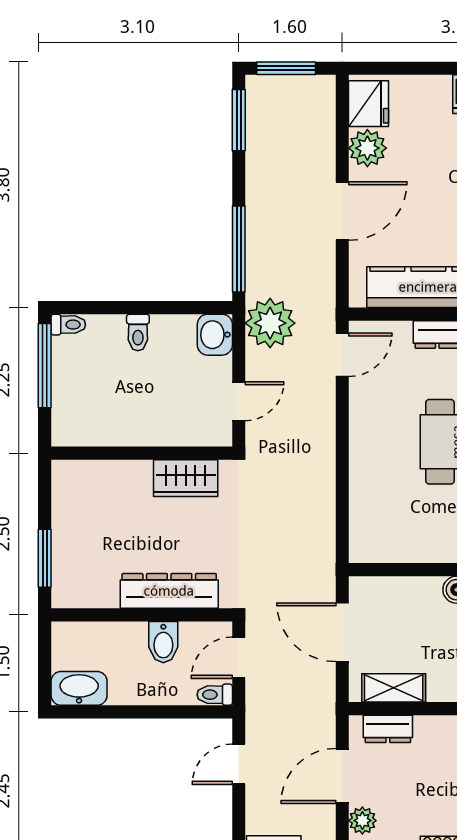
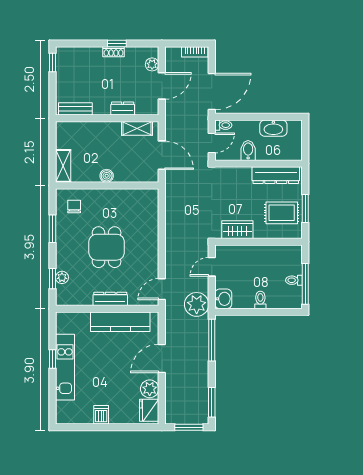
toilet: (68, 325) -> (294, 280), moved
rug: (94, 513) -> (282, 213), added
window: (45, 558) -> (305, 208), moved
dresser: (169, 591) -> (276, 175), moved
washbasin: (79, 688) -> (273, 128), moved
dresser: (388, 729) -> (123, 109), moved
door: (239, 764) -> (212, 92), width x1.87

